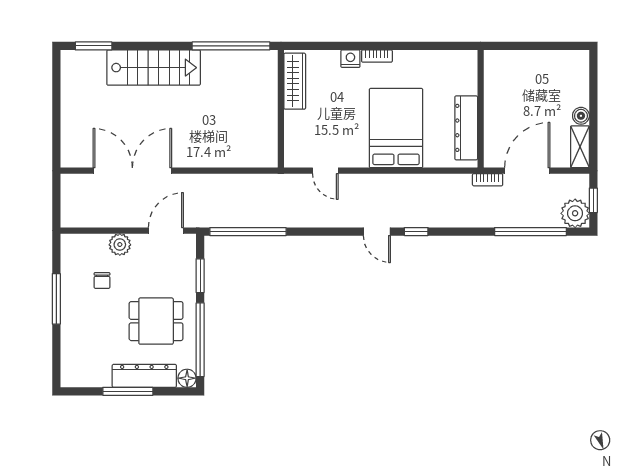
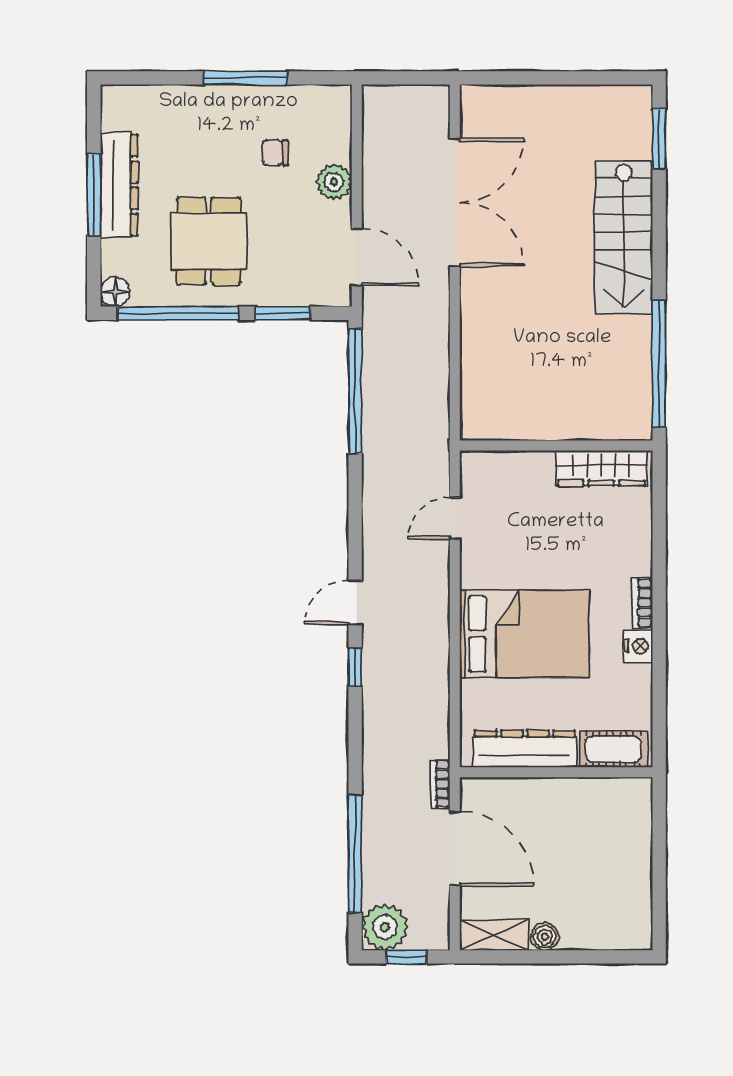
nightstand: (350, 59) -> (638, 646), moved
cot: (466, 74) -> (613, 749), added
dresser: (144, 376) -> (119, 185), moved

